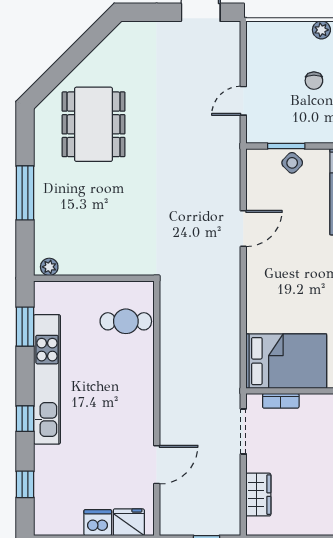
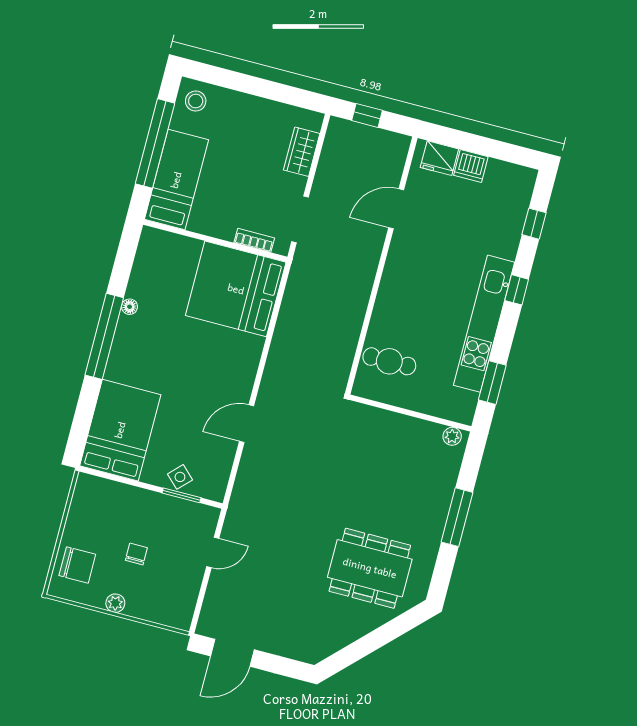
dining table: (94, 124) -> (370, 568), turned 90
bed: (286, 361) -> (236, 289), width x1.36

